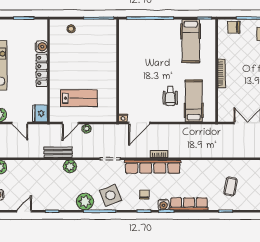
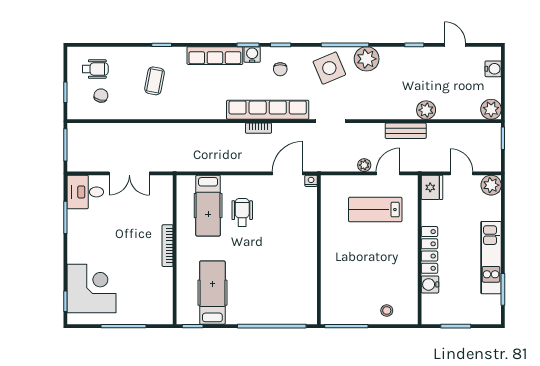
chair: (234, 27) -> (150, 313), removed
plant: (70, 166) -> (426, 110), moved
door: (24, 211) -> (455, 45), swing flipped

